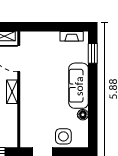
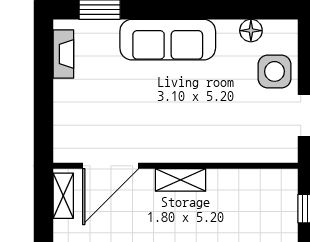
floor lamp: (83, 115) -> (251, 31), moved

